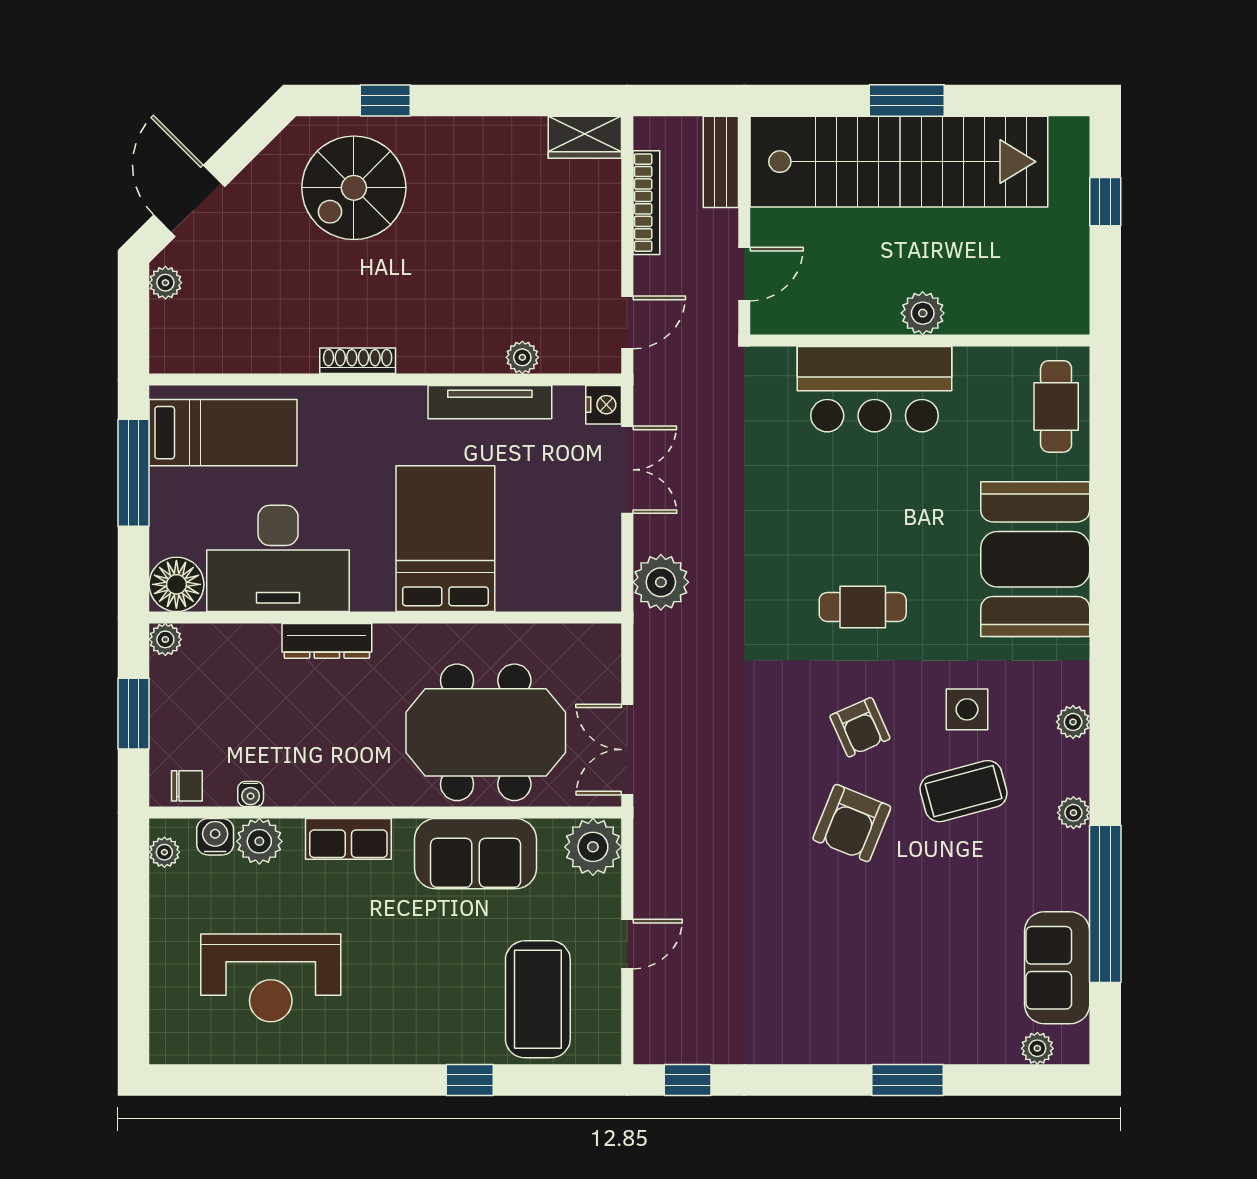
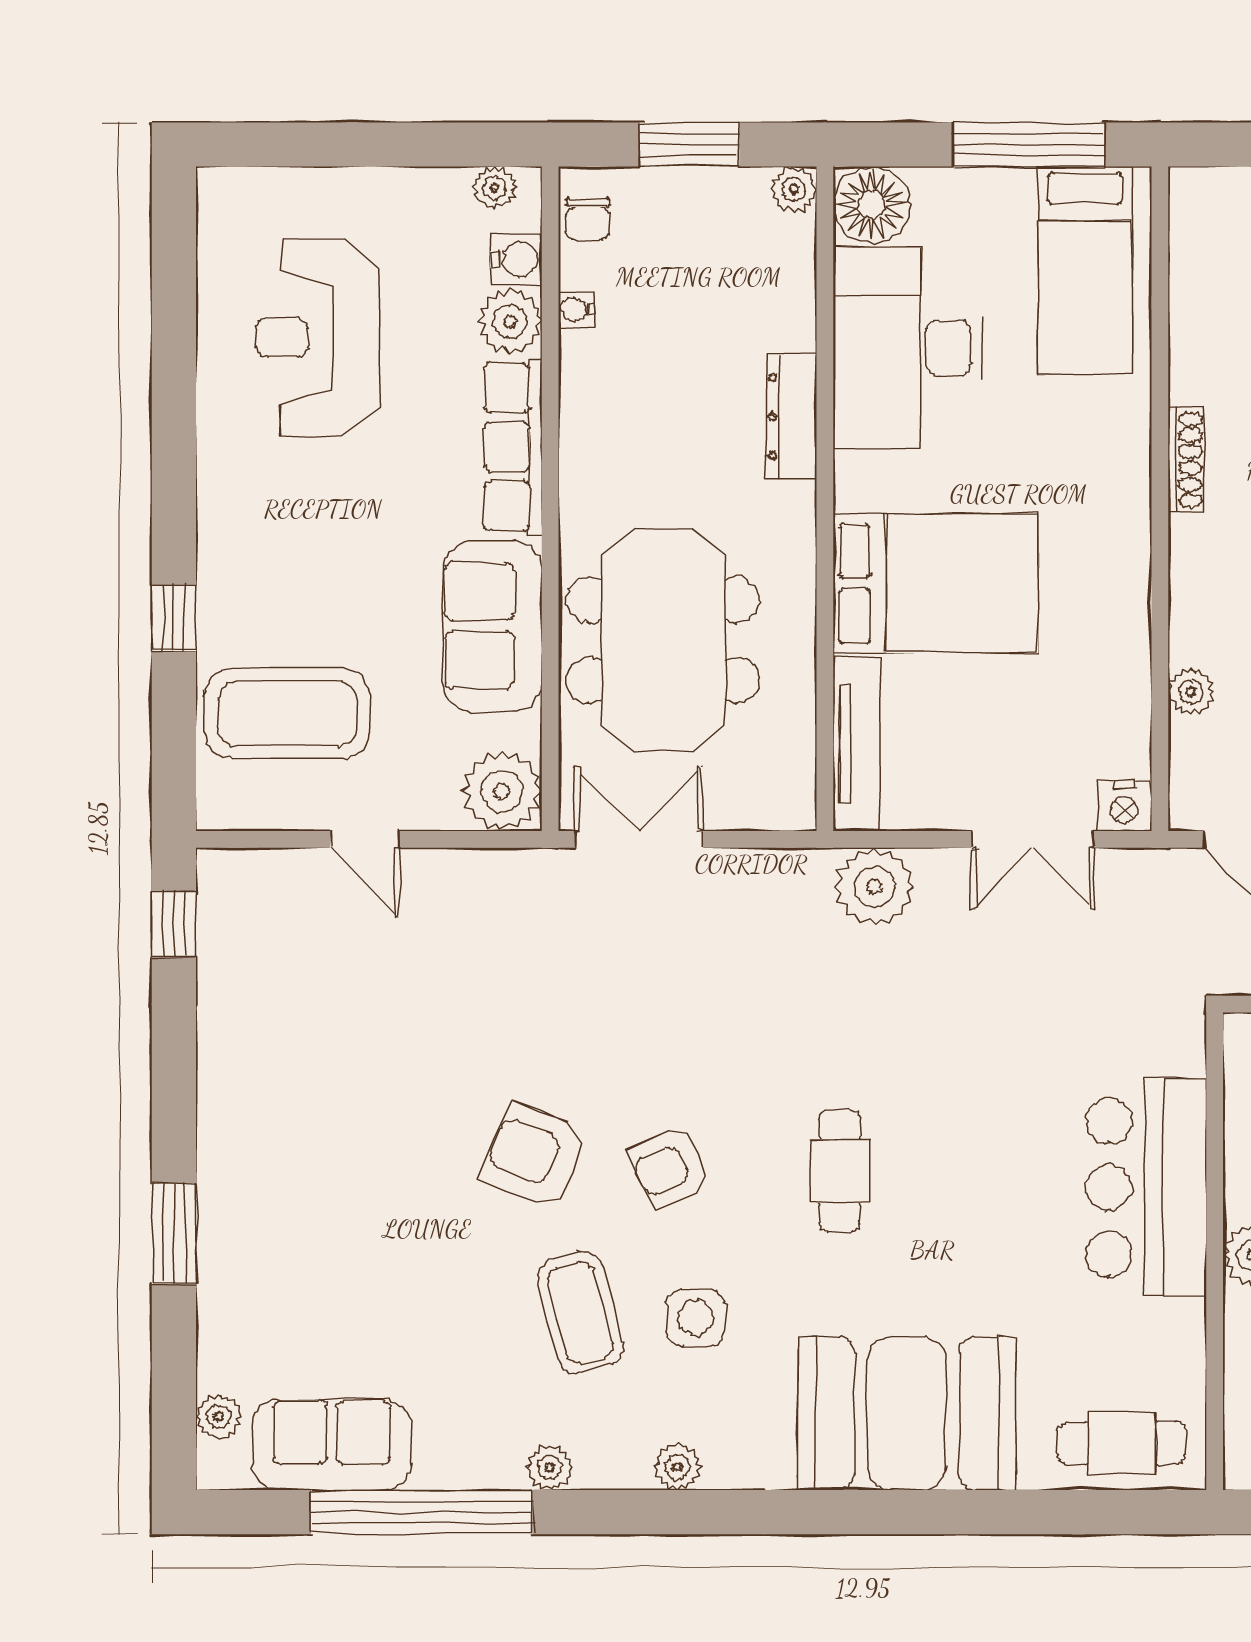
tv unit: (490, 402) -> (857, 744), moved, turned 180
row of seats: (348, 839) -> (513, 447), width x1.48

